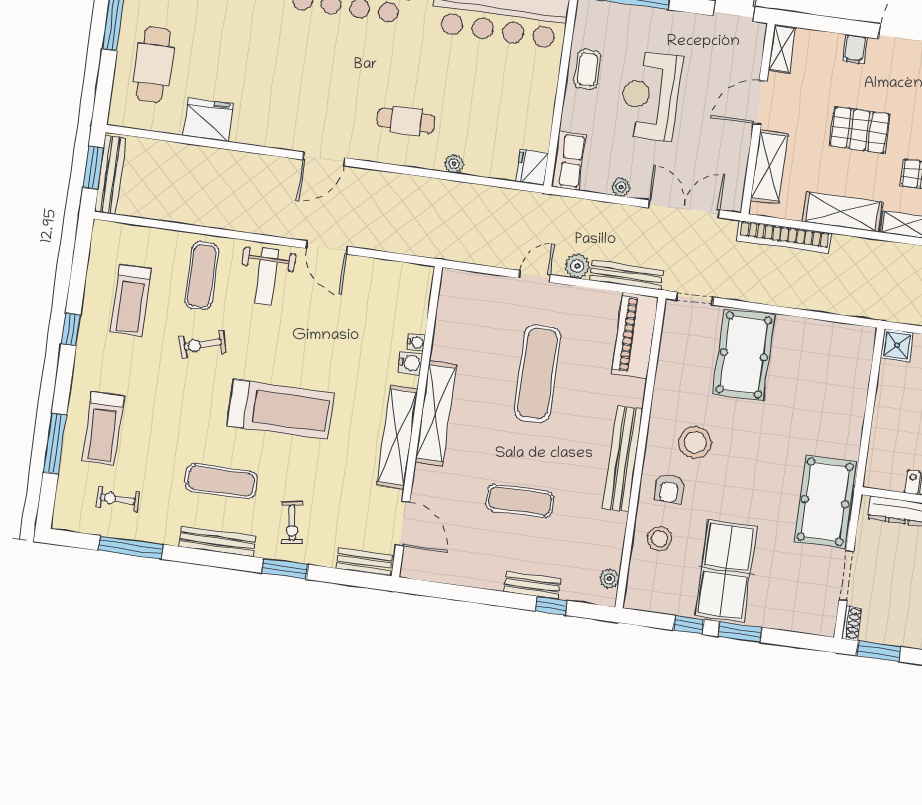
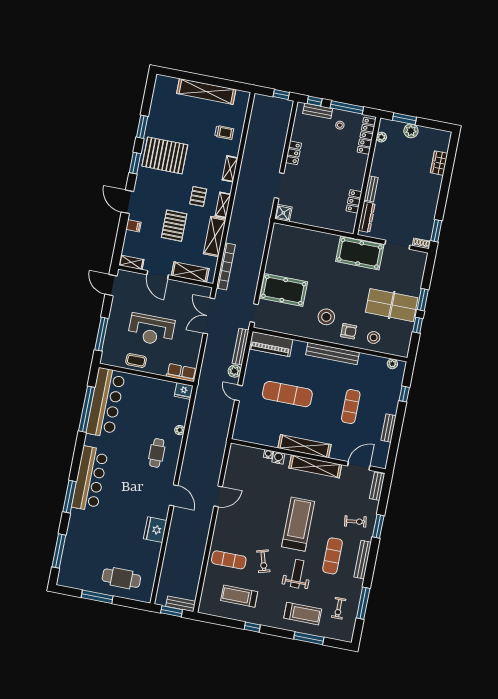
fridge: (208, 120) -> (155, 530), moved
bench: (110, 175) -> (181, 604), width x0.73
plant: (621, 187) -> (196, 347), removed
weight bench: (267, 276) -> (297, 574), moved, turned -90
treadmill: (131, 300) -> (239, 596), turned 180
bench: (532, 585) -> (389, 428), moved

